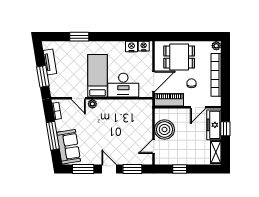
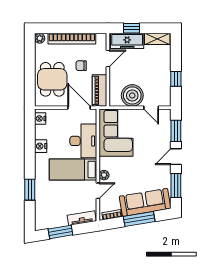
nightstand: (131, 47) -> (41, 146), moved
tv unit: (50, 62) -> (82, 218), moved
window: (43, 76) -> (60, 232), moved
door: (198, 107) -> (108, 58), hinge flipped
corner sofa: (131, 115) -> (116, 133), added
sofa: (69, 147) -> (145, 202), width x1.36

